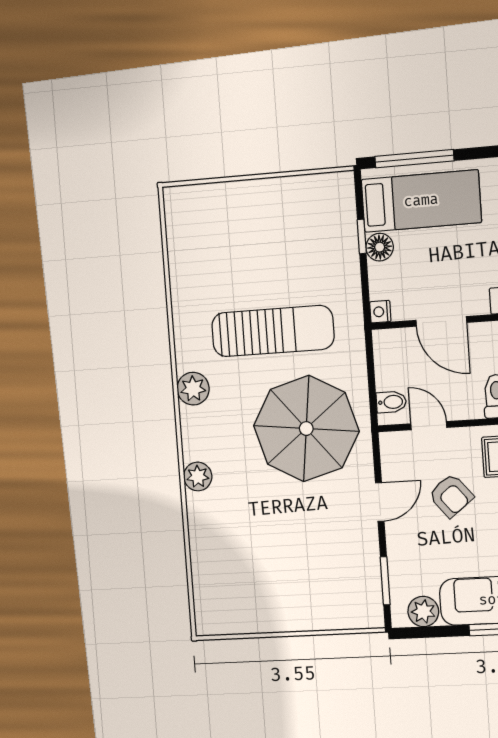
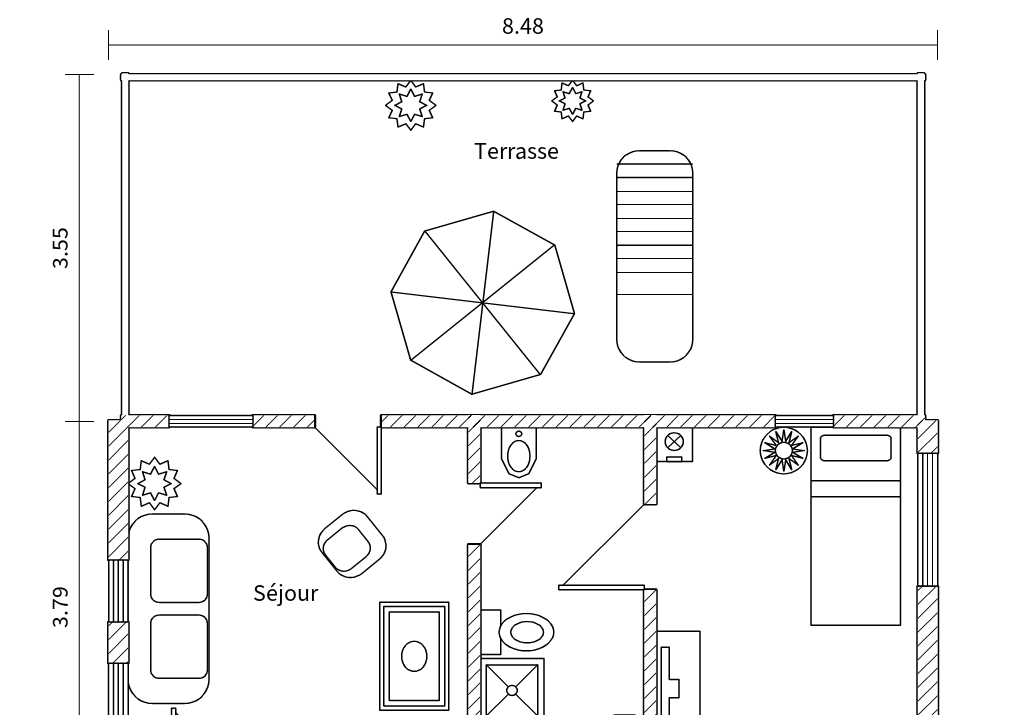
plant: (193, 389) -> (573, 101), width x0.73, depth x0.73

